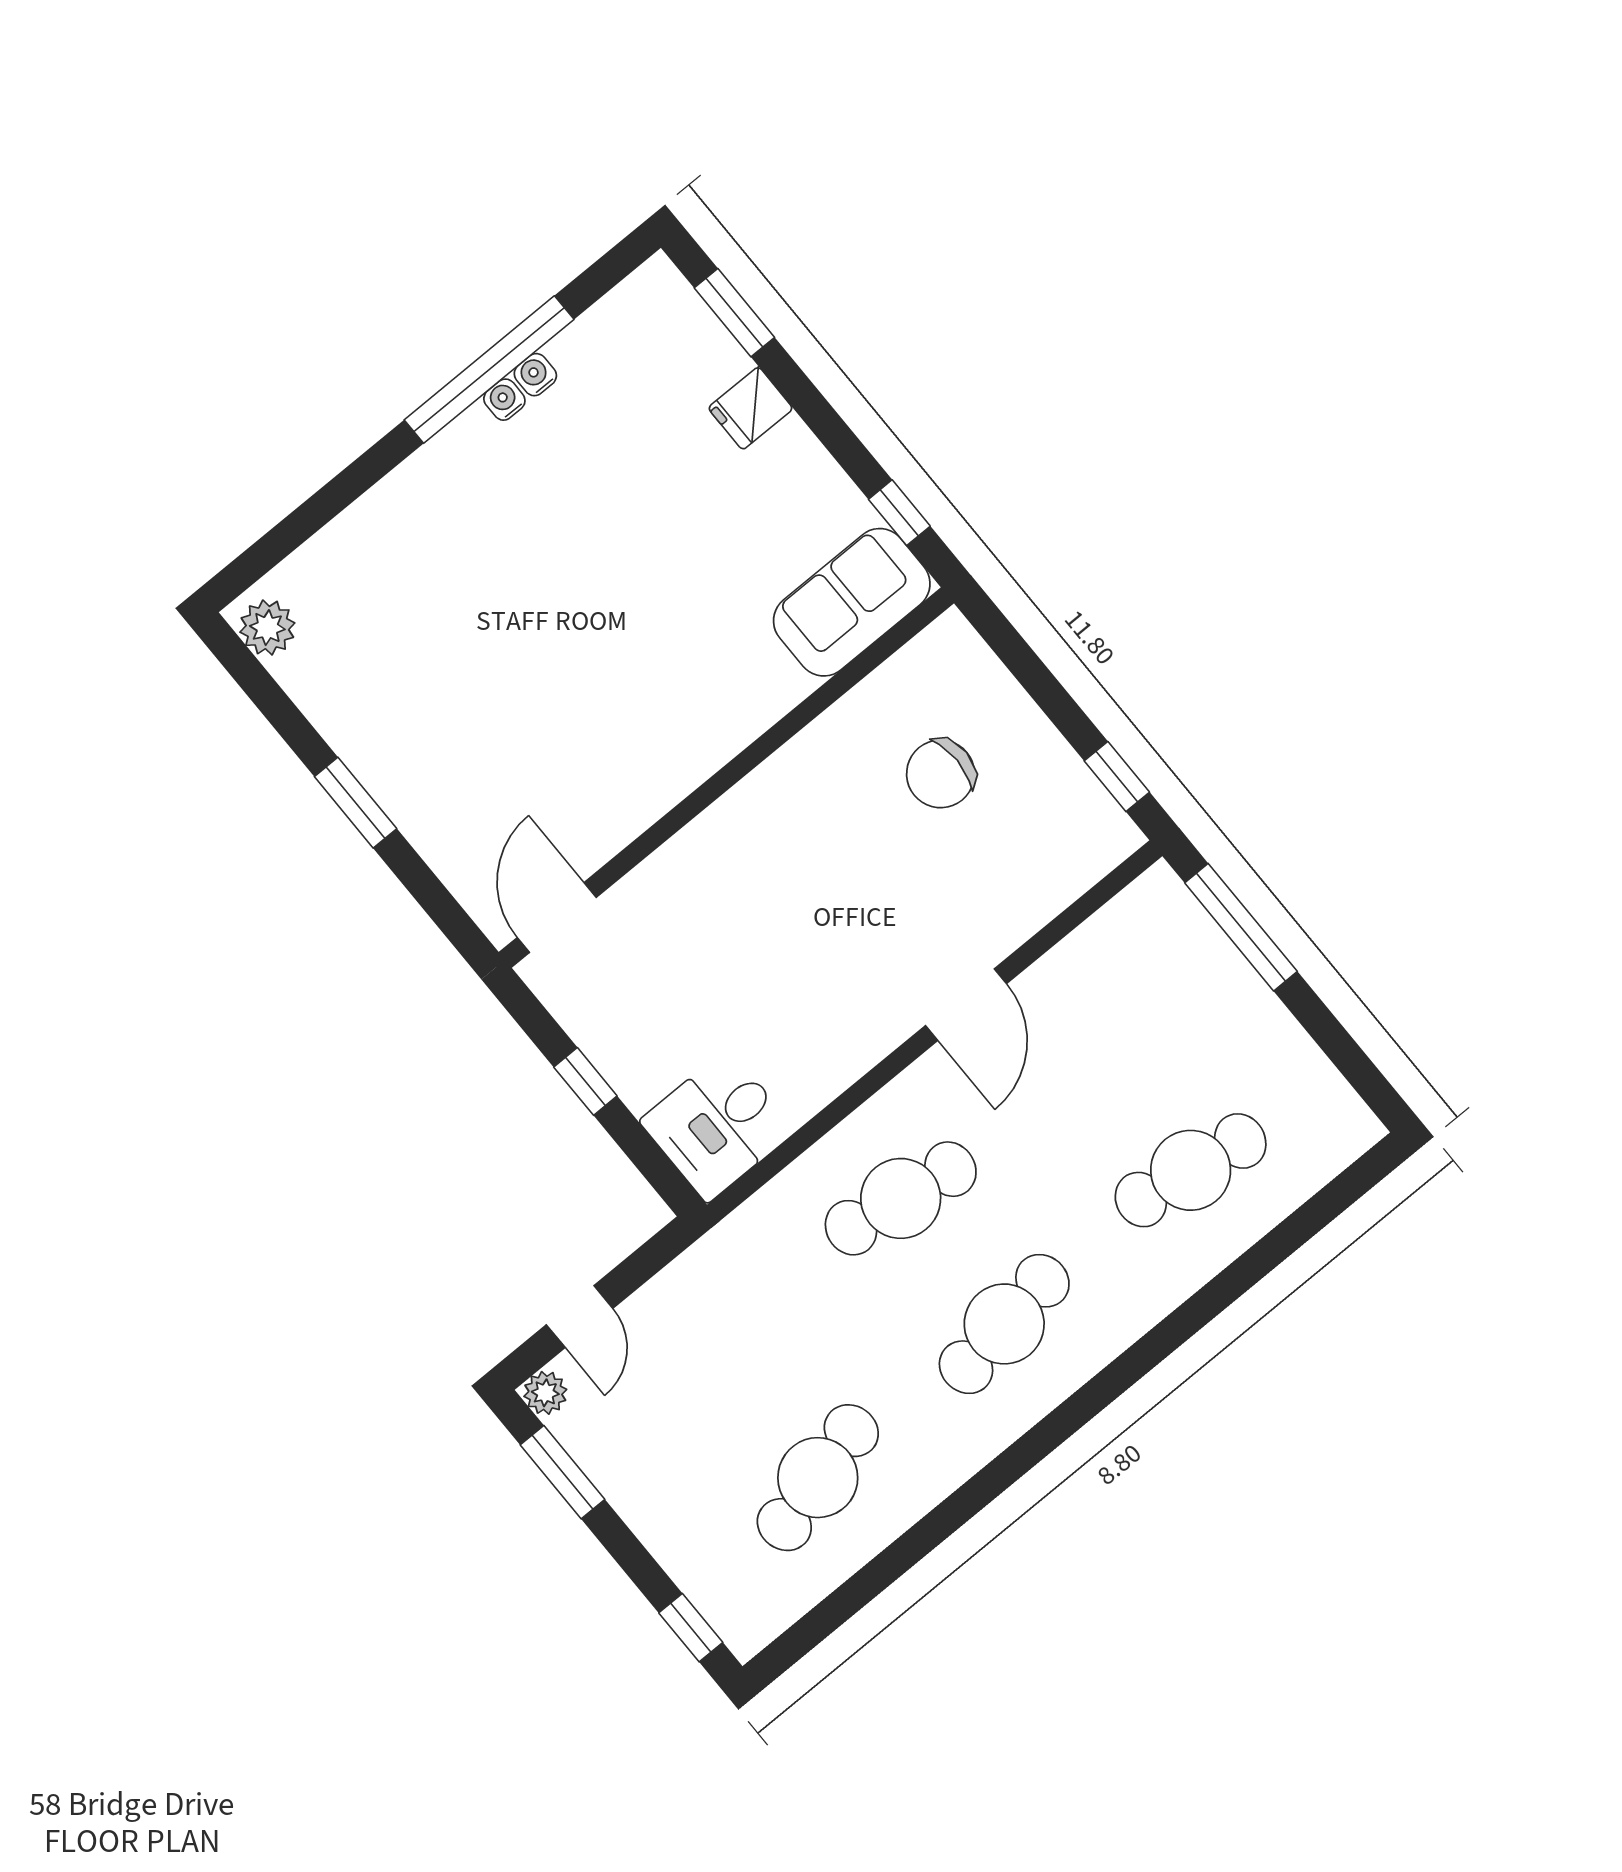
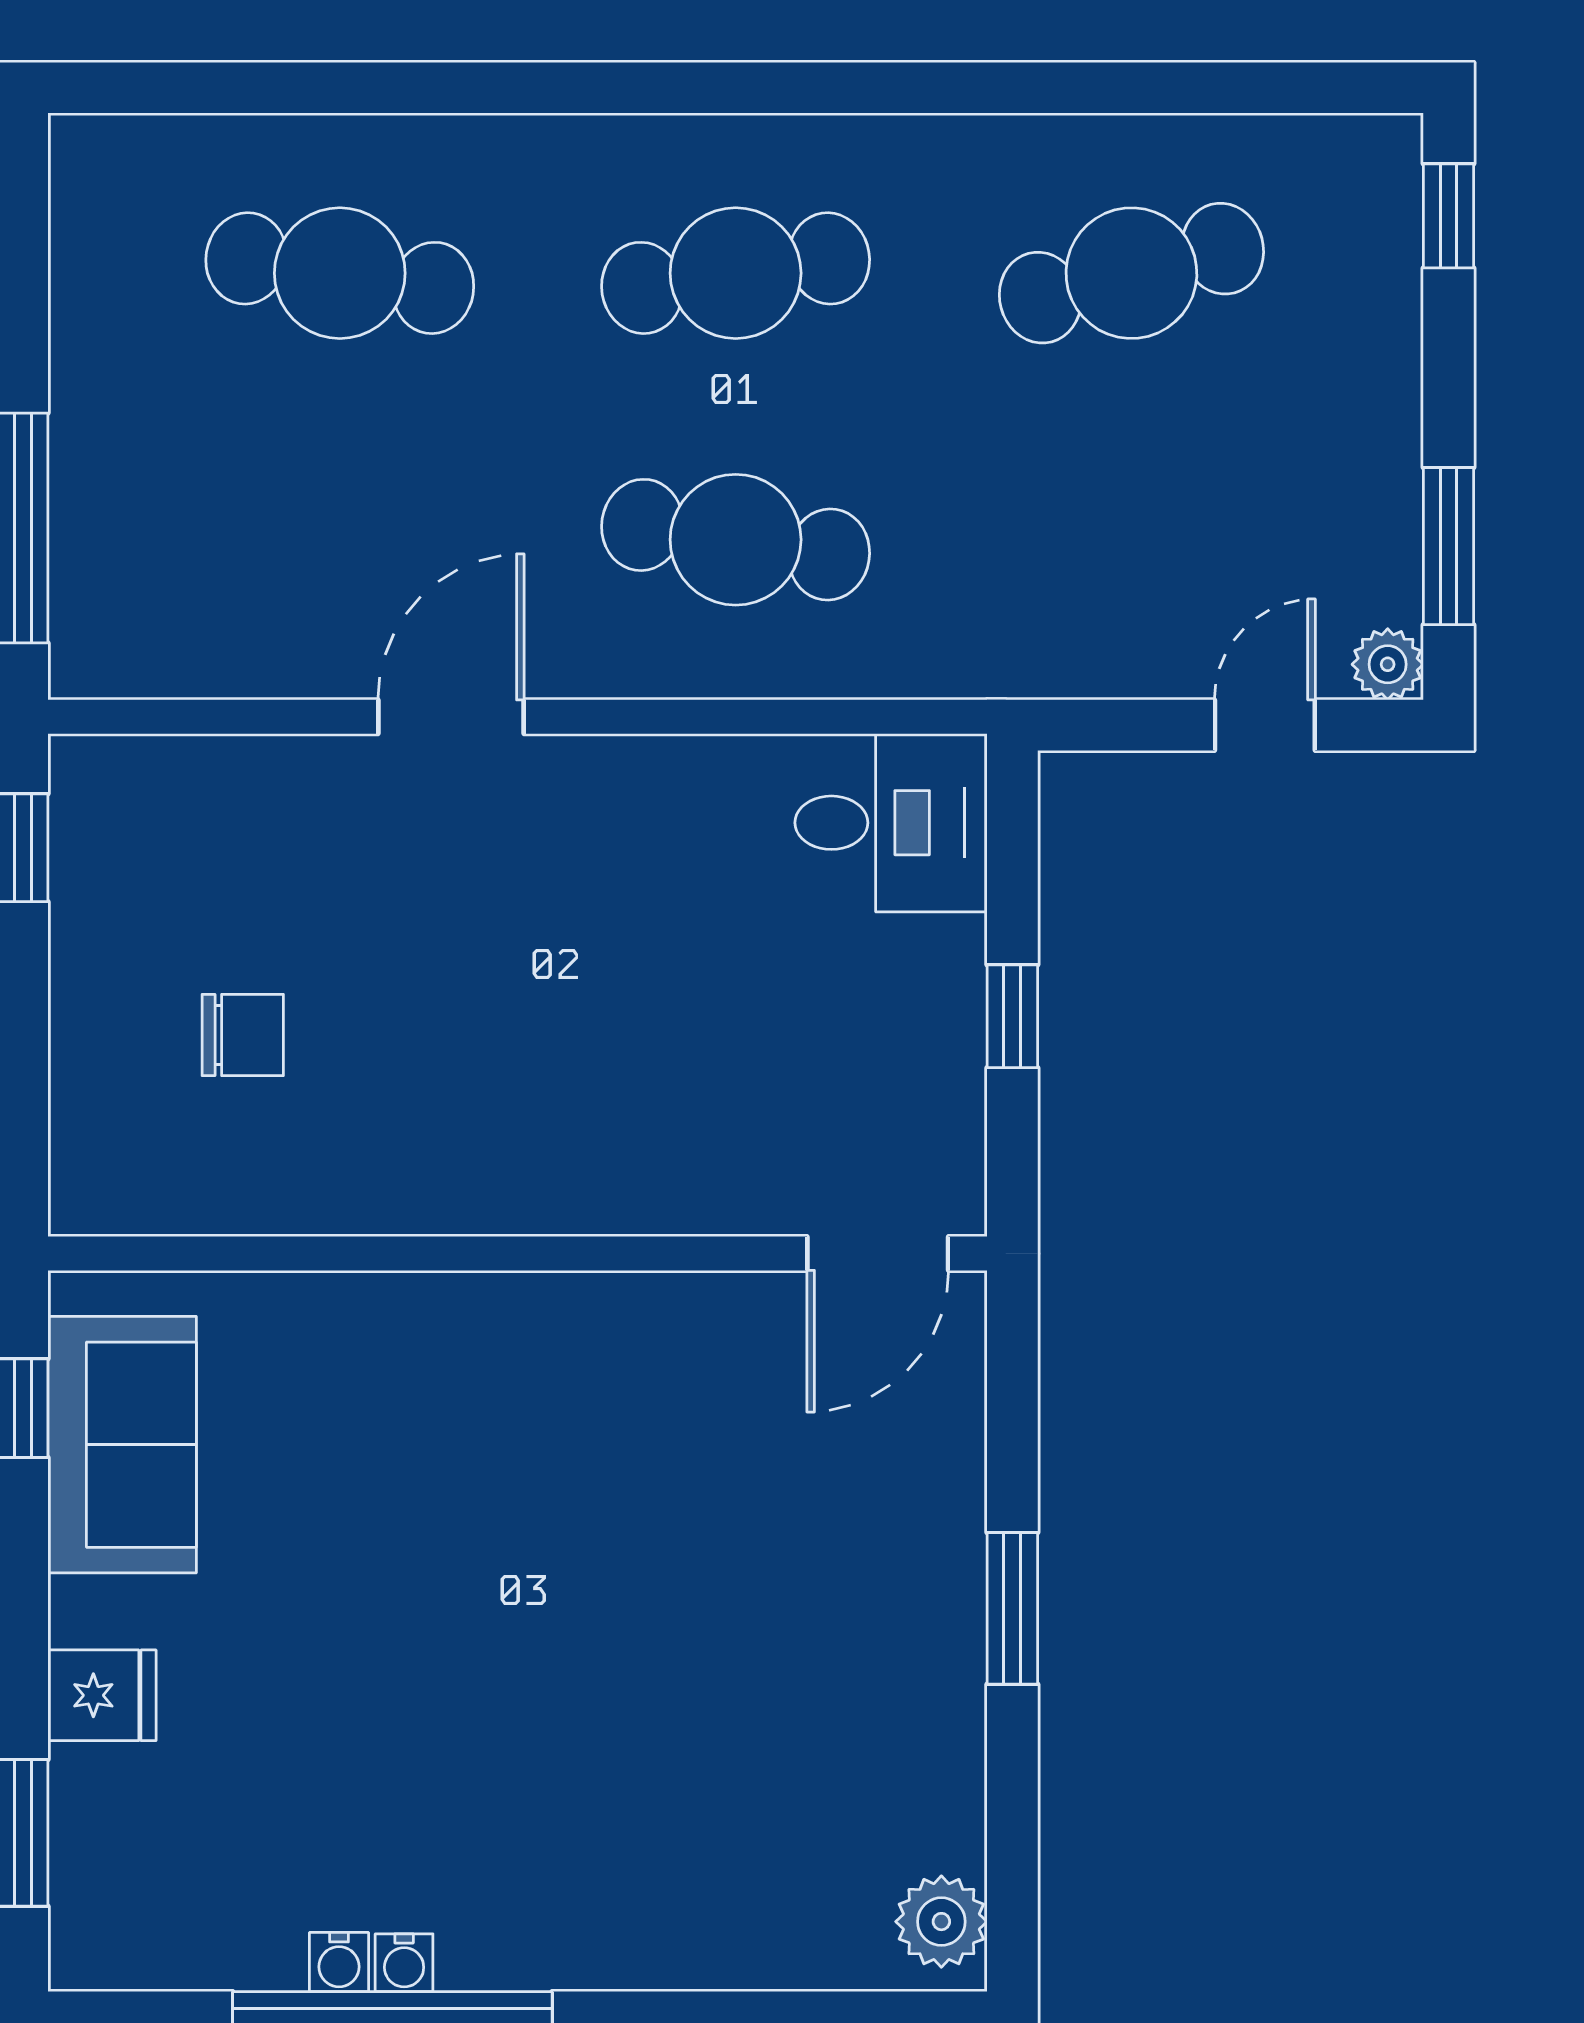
sofa: (852, 602) -> (122, 1445), moved, turned -90
chair: (941, 774) -> (243, 1035), width x0.73, depth x0.73

